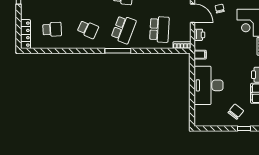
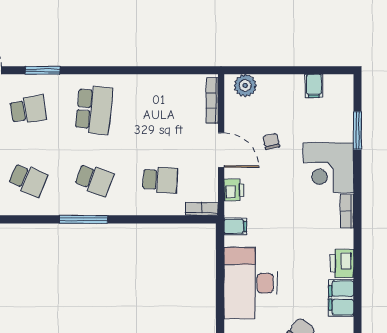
school desk: (124, 29) -> (94, 180), width x0.54
school desk: (159, 29) -> (160, 180), width x0.54

